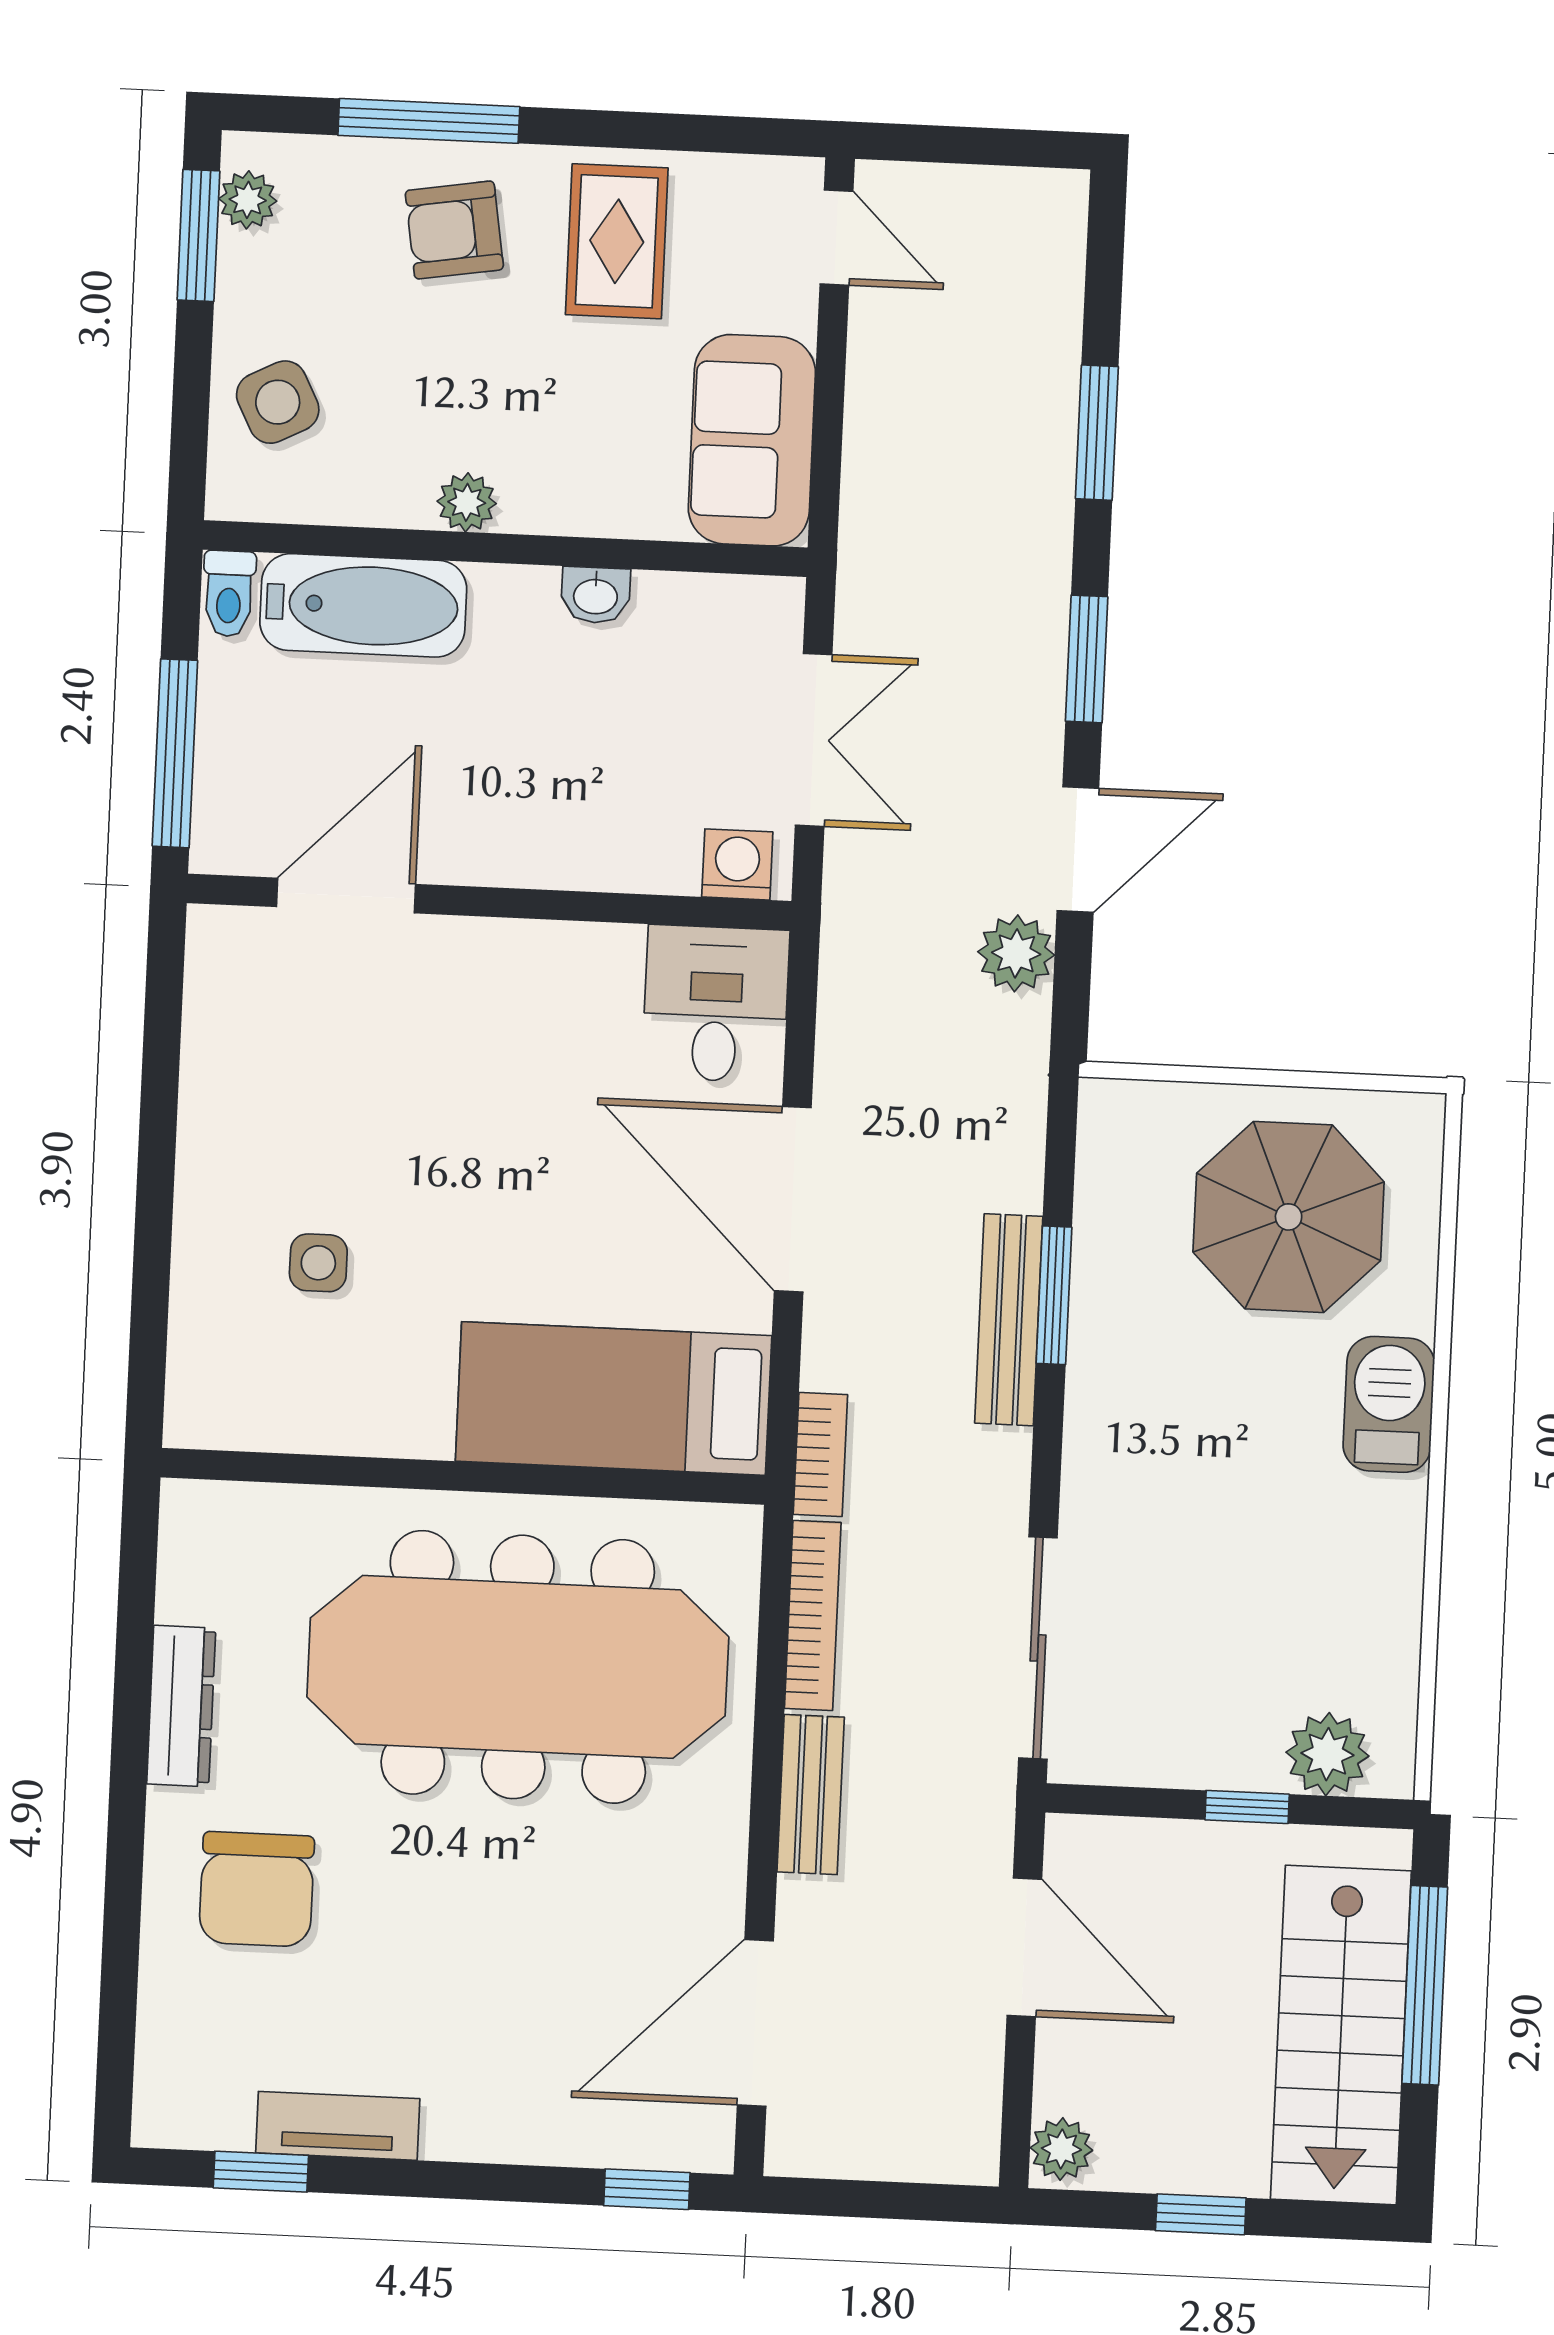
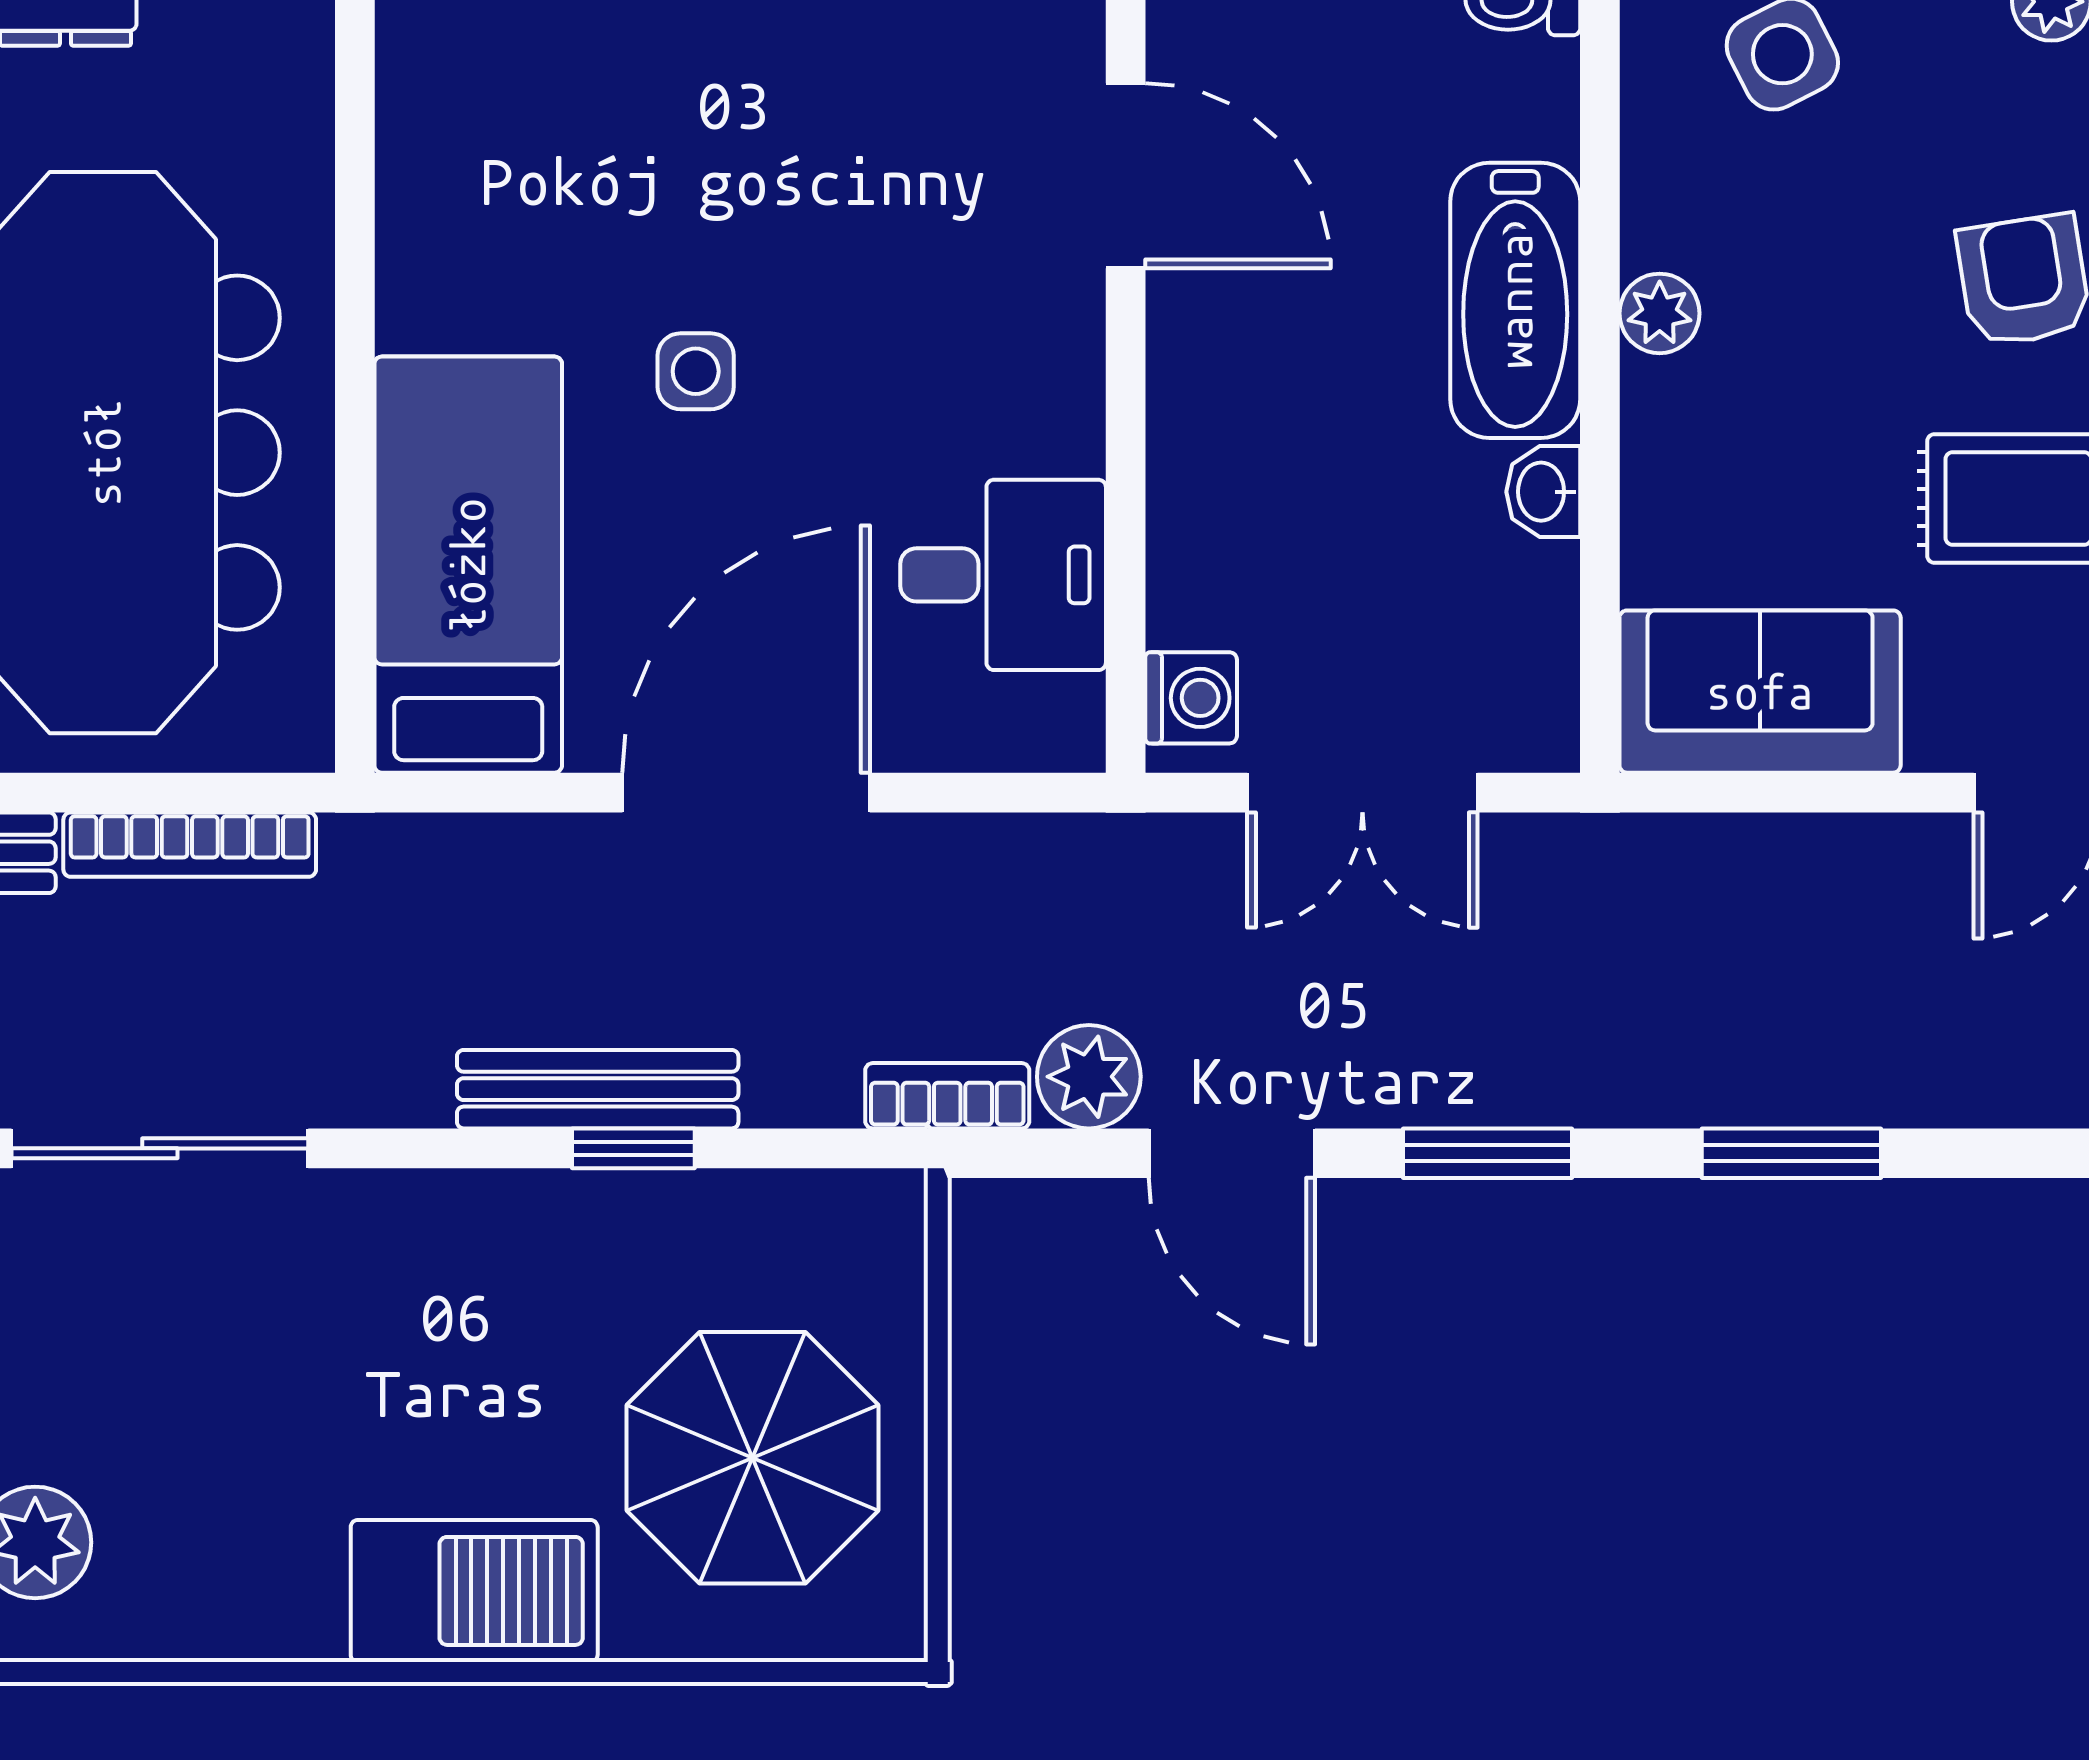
bathtub: (363, 605) -> (1515, 300), moved
desk: (716, 1004) -> (1003, 575), moved
side table: (318, 1263) -> (696, 371), moved
window: (1054, 1295) -> (633, 1148), width x0.67
barbecue: (1389, 1404) -> (474, 1591), width x1.37, depth x1.21
bookcase: (820, 1454) -> (947, 1096), moved, turned 180

